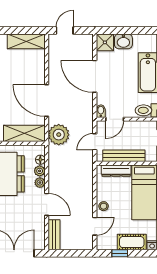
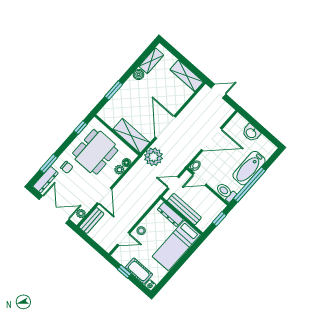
shower: (105, 42) -> (238, 123), removed
door: (95, 76) -> (212, 139), swing flipped
plant: (40, 183) -> (81, 213), moved

